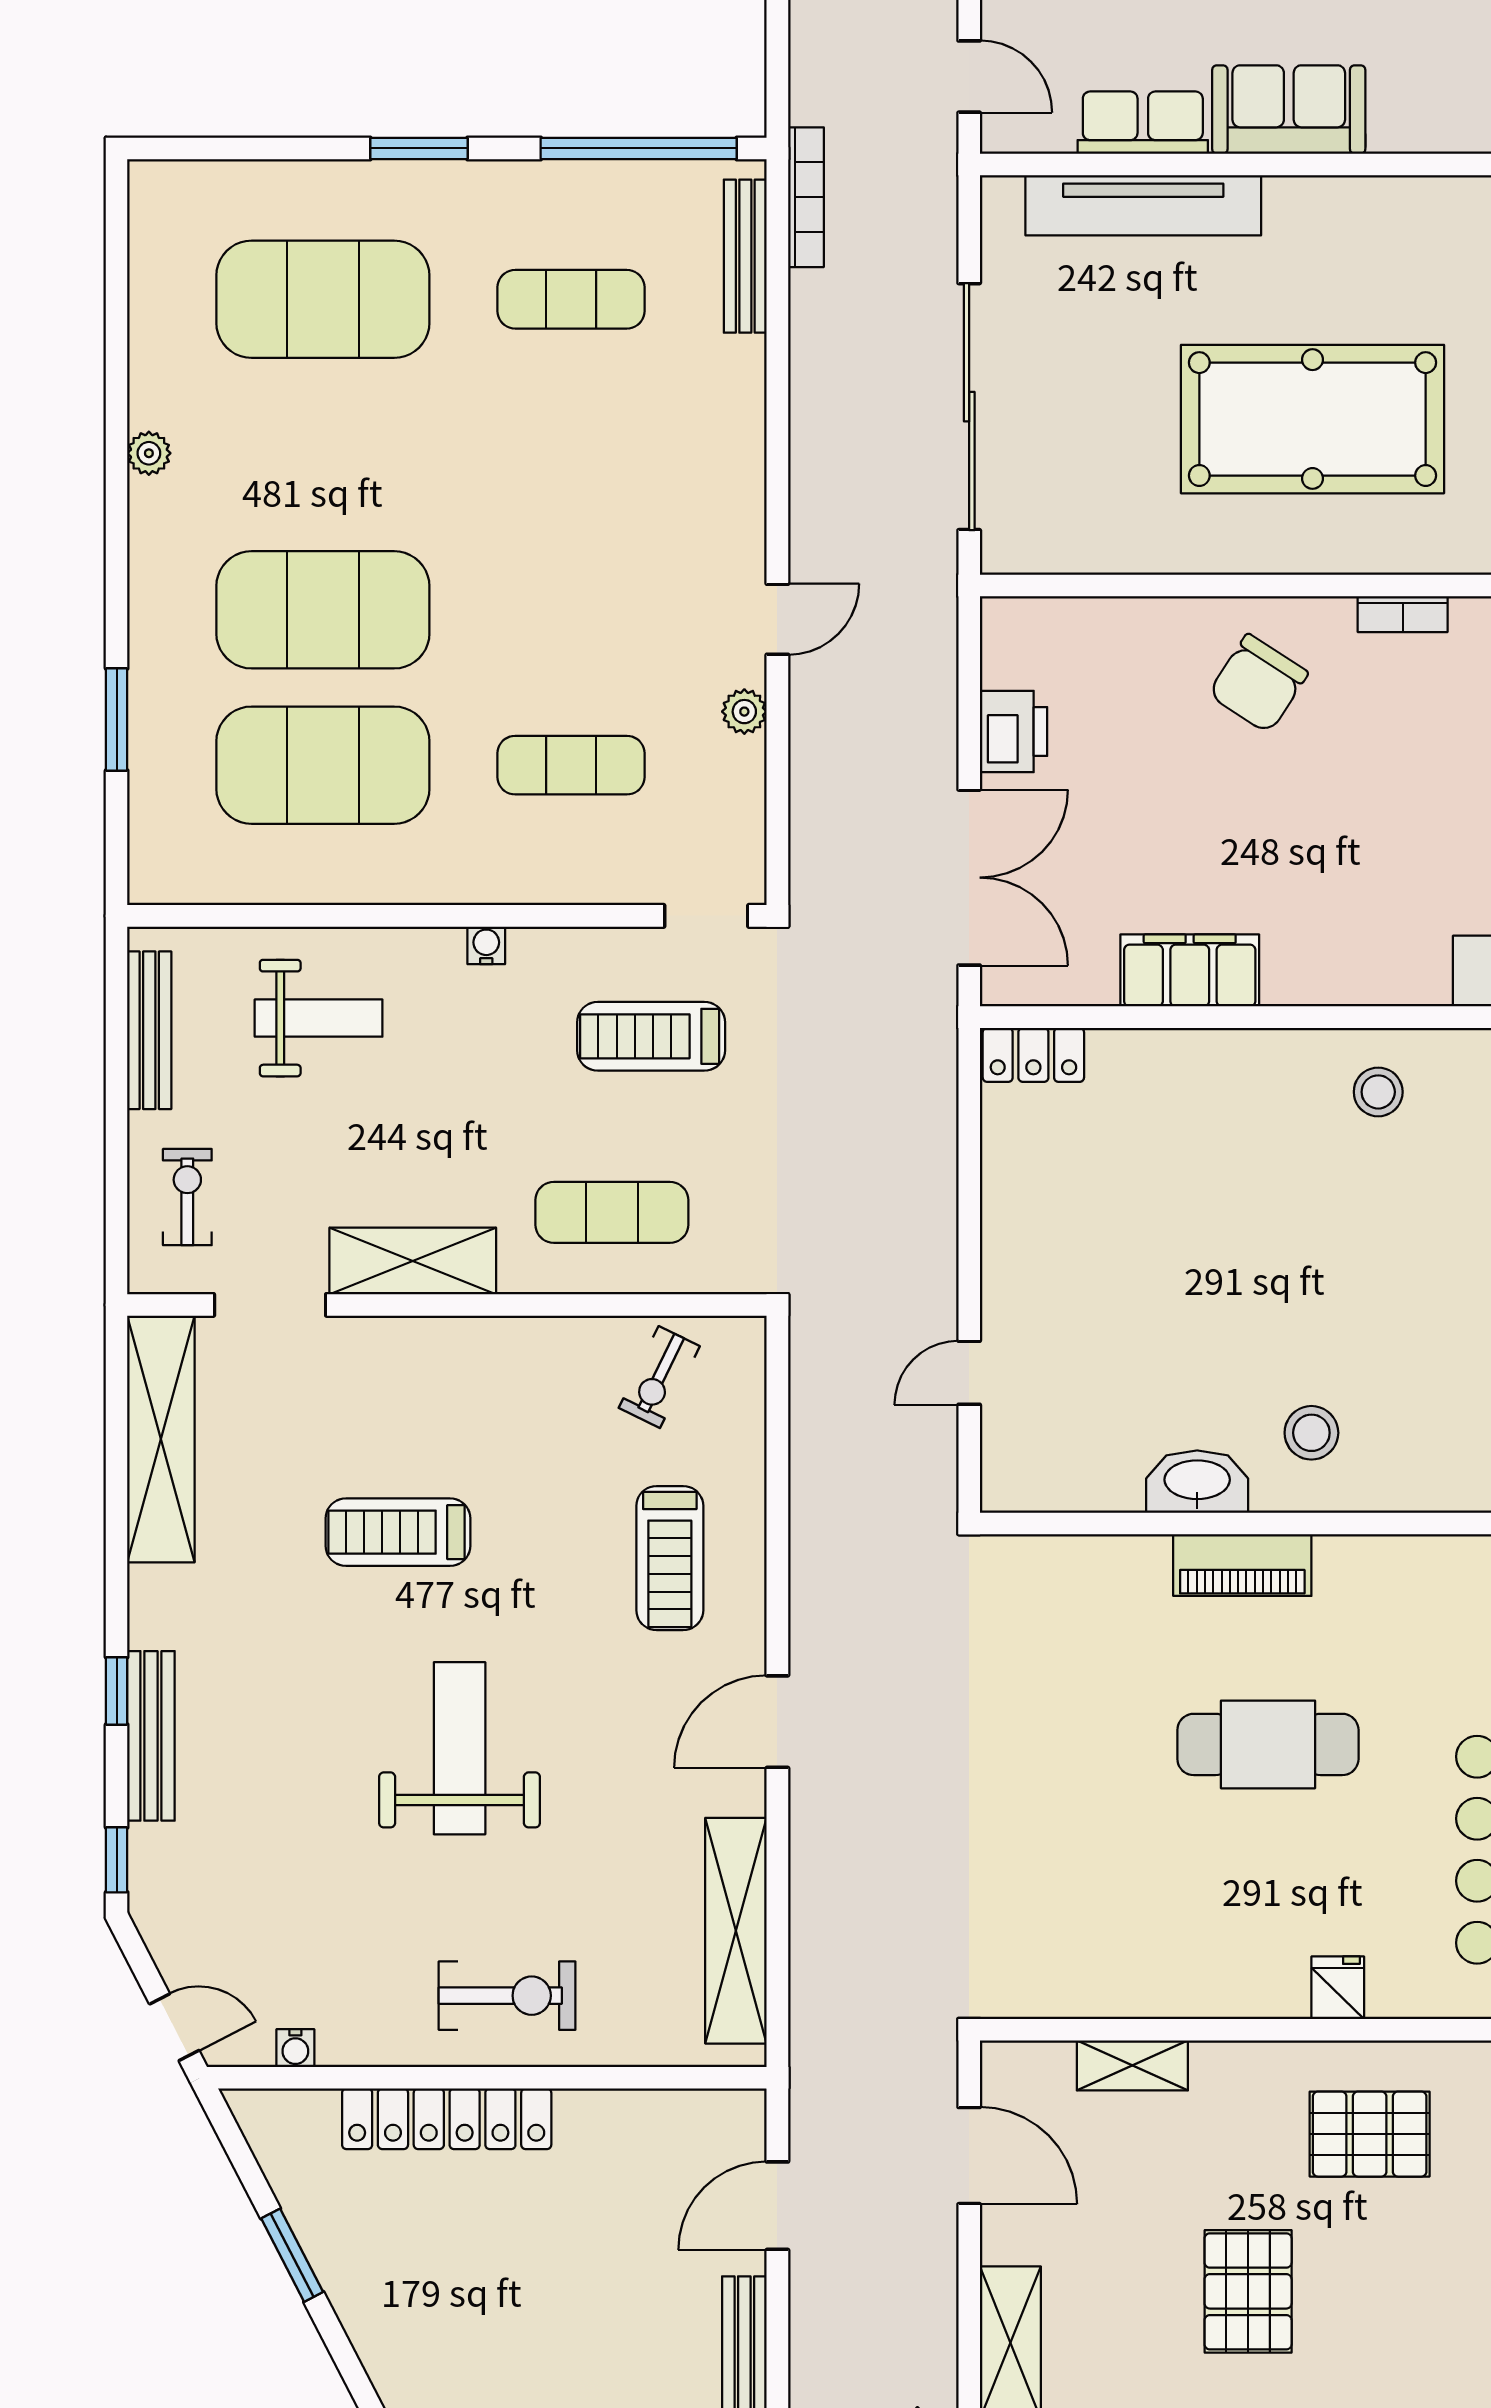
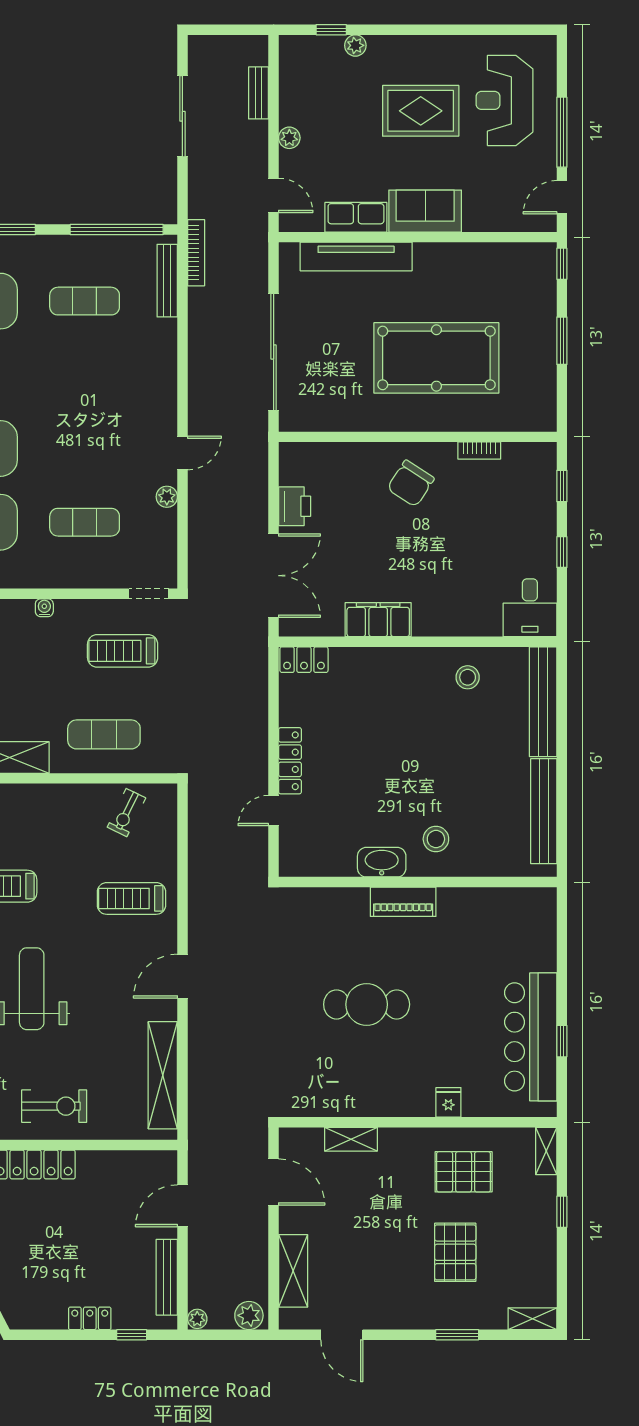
locker: (1004, 1268) -> (290, 761), added
treadmill: (670, 1558) -> (131, 898), turned 90
cafe table: (1268, 1744) -> (367, 1004), moved
pallet: (1248, 2291) -> (455, 1252), moved

